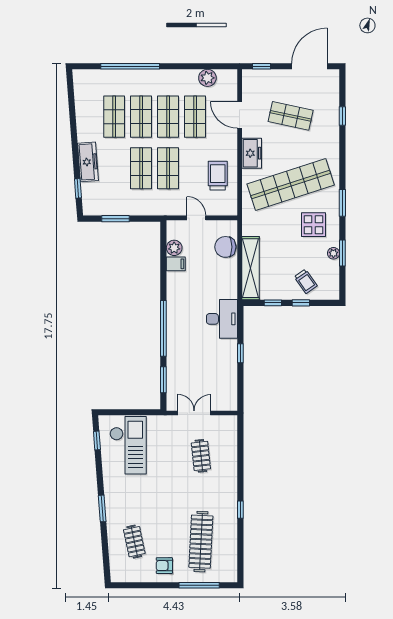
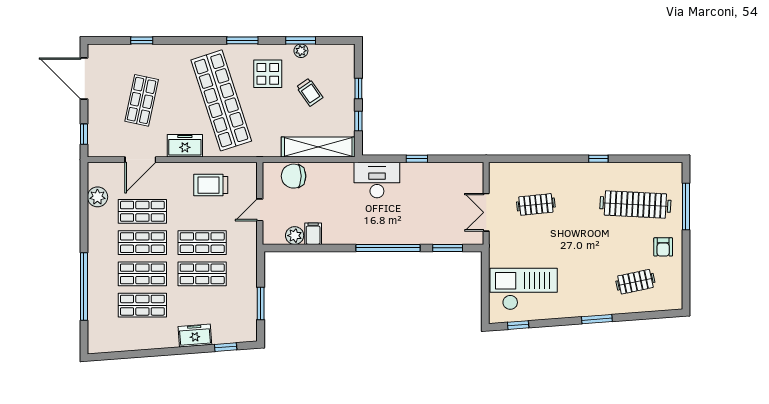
freezer: (88, 162) -> (195, 336), width x0.71
chair: (225, 247) -> (294, 176), turned 90
trolley: (306, 281) -> (310, 92), moved, turned 90

